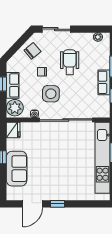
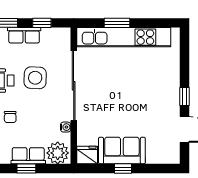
side table: (51, 94) -> (35, 78), moved
sofa: (17, 169) -> (122, 151), moved

